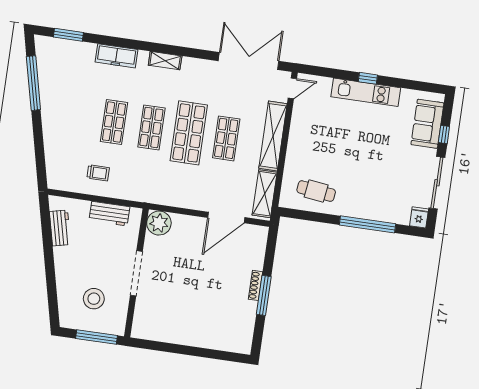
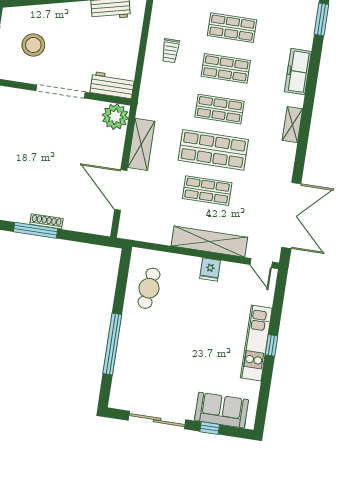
shop shelf: (77, 117) -> (232, 28), added
shelving: (265, 194) -> (141, 144), moved, turned 90
workbench: (109, 214) -> (112, 85), moved, turned 90
fridge: (419, 217) -> (210, 269), moved, turned 90

